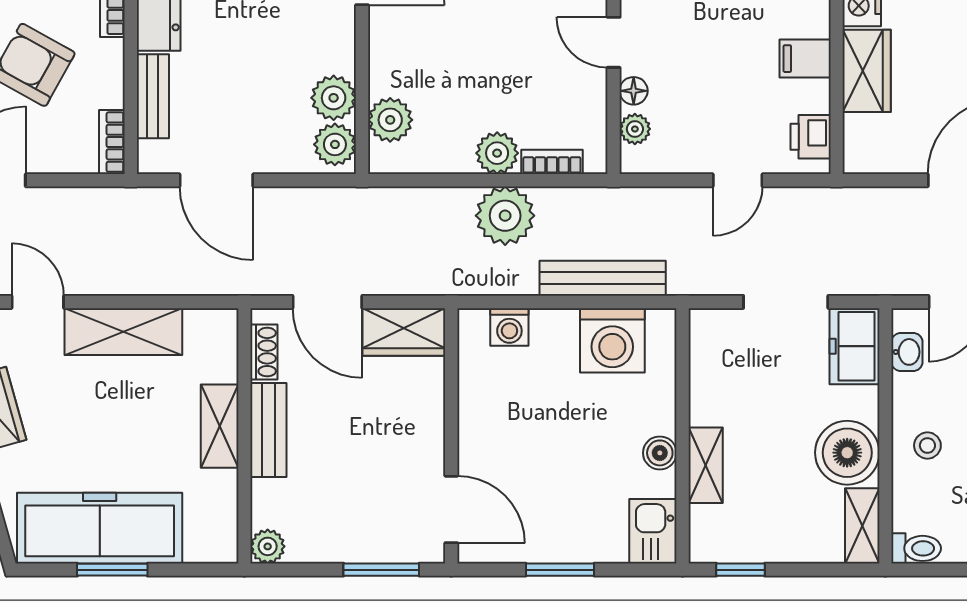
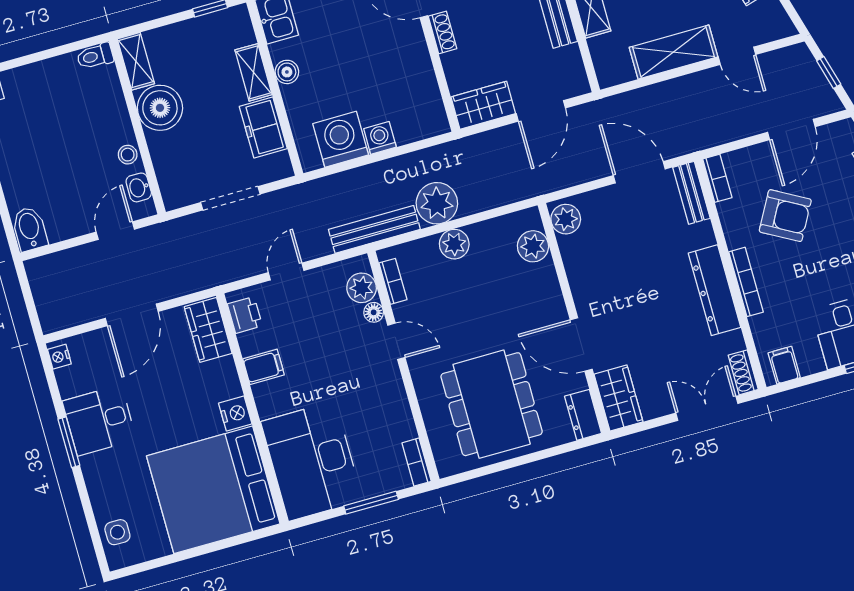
wardrobe: (867, 71) -> (208, 330), moved
bench: (153, 96) -> (691, 193), moved
plant: (334, 98) -> (576, 250), removed
plant: (635, 129) -> (362, 288), width x1.38, depth x1.38
bookcase: (552, 162) -> (393, 281), moved, turned -90
bench: (603, 278) -> (374, 229), moved
door: (327, 302) -> (541, 111), swing flipped
washing machine: (509, 327) -> (380, 138), moved
freezer: (854, 346) -> (263, 128), moved, turned 180
shoe rack: (264, 352) -> (442, 32), moved, turned 180
stool: (927, 445) -> (128, 155), moved

